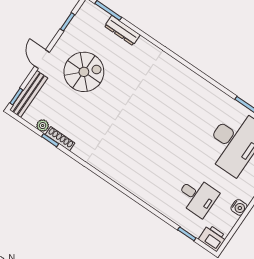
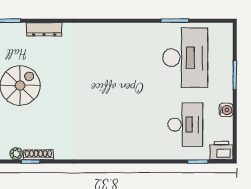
dresser: (122, 30) -> (44, 29), moved
desk: (197, 197) -> (185, 125), width x1.37

